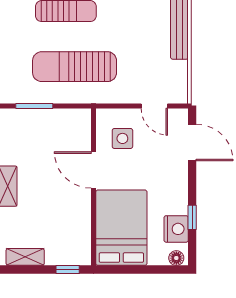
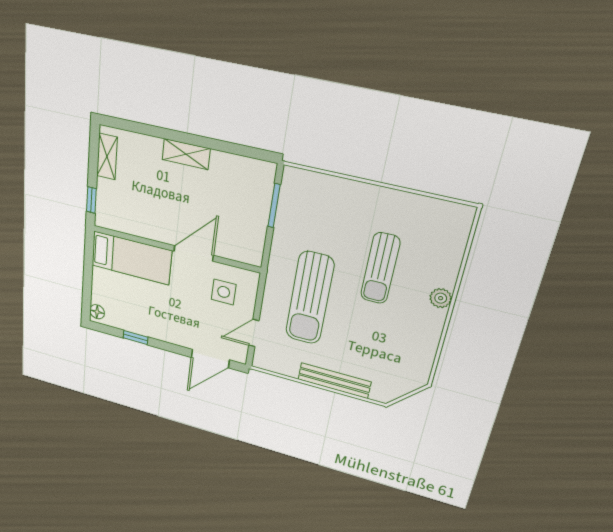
sun lounger: (75, 67) -> (310, 298), moved, turned 180
bed: (121, 228) -> (131, 258), width x0.67
nightstand: (176, 229) -> (125, 319), removed

